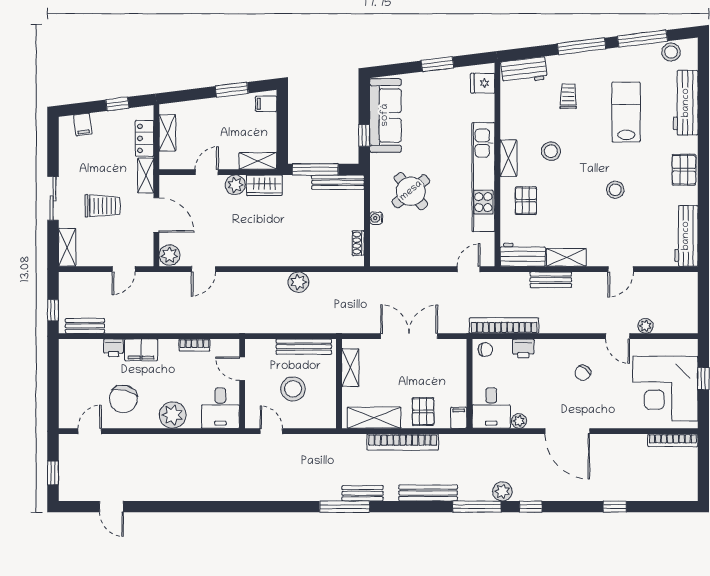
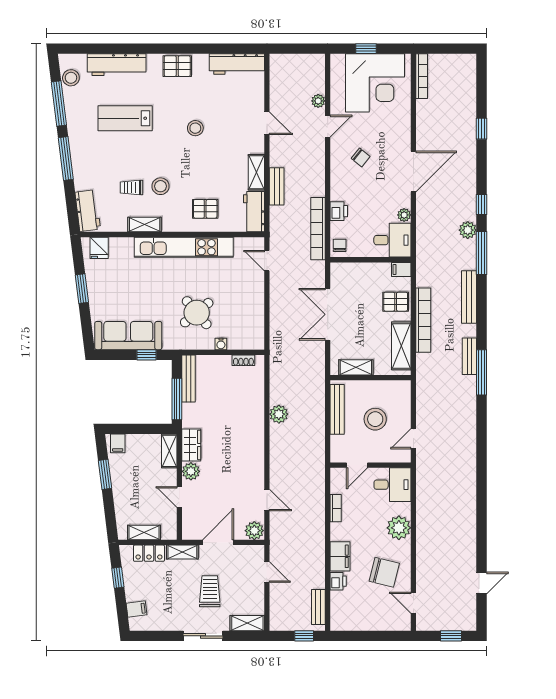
trolley: (568, 96) -> (131, 187), moved
shelving: (509, 158) -> (145, 224), moved

